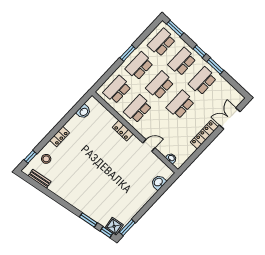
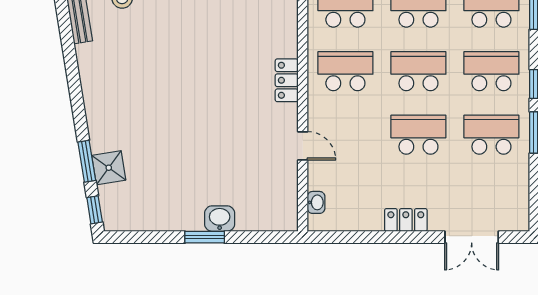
double door: (230, 118) -> (472, 237), swing flipped
locker: (204, 135) -> (406, 220), width x0.66
washbasin: (158, 182) -> (220, 219), moved
shower: (114, 226) -> (109, 168), moved
window: (127, 227) -> (205, 237), moved

